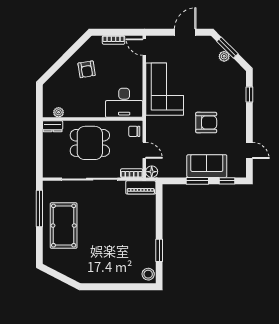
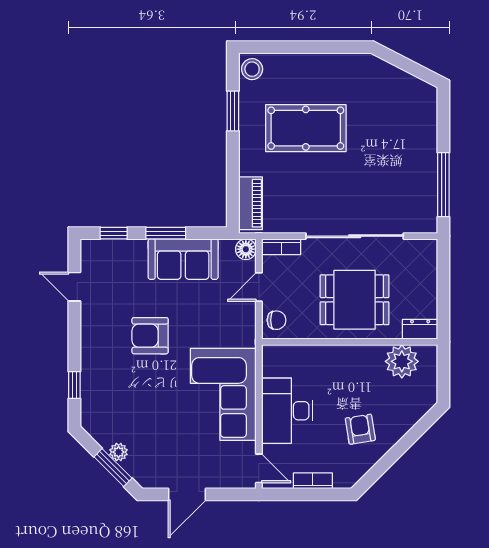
desk: (124, 103) -> (287, 411), moved, turned -90
plant: (59, 112) -> (402, 361), width x1.87, depth x1.87
door: (144, 150) -> (259, 287), hinge flipped
sofa: (207, 166) -> (183, 259), moved
piano: (141, 187) -> (250, 203), moved, turned 90
pool table: (64, 226) -> (306, 128), moved, turned 90

